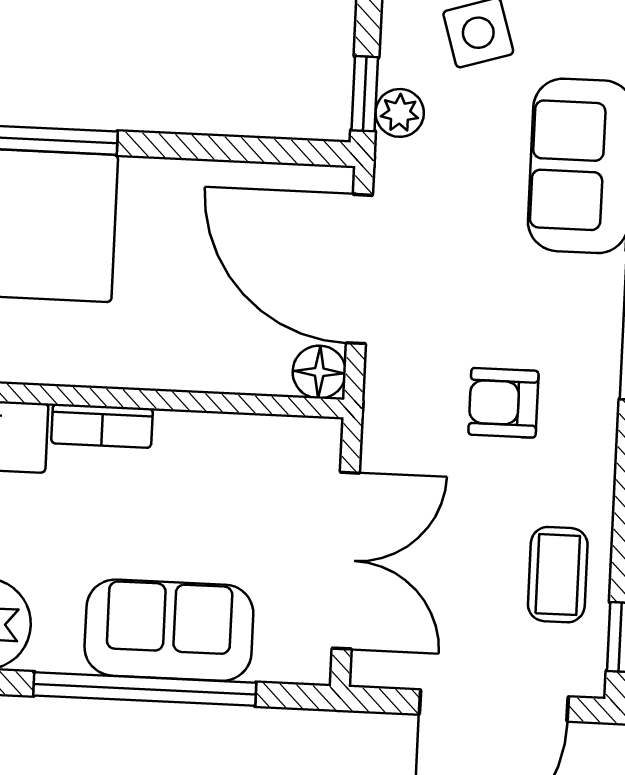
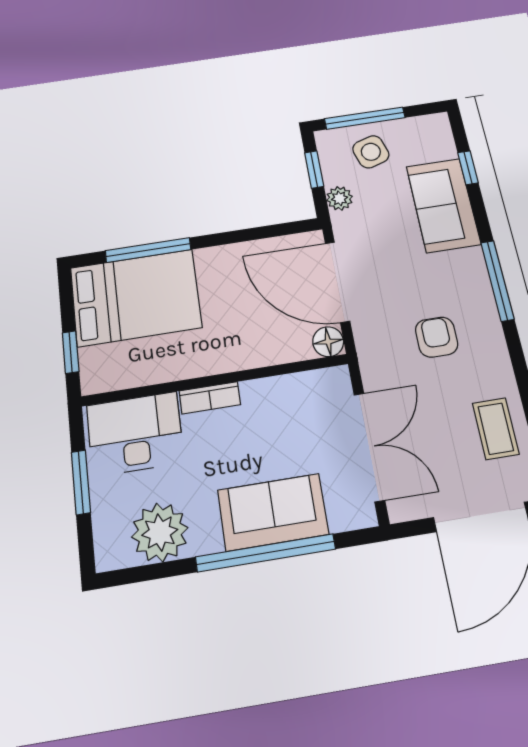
window: (365, 94) -> (314, 170), moved
armchair: (503, 403) -> (437, 337), turned 90

